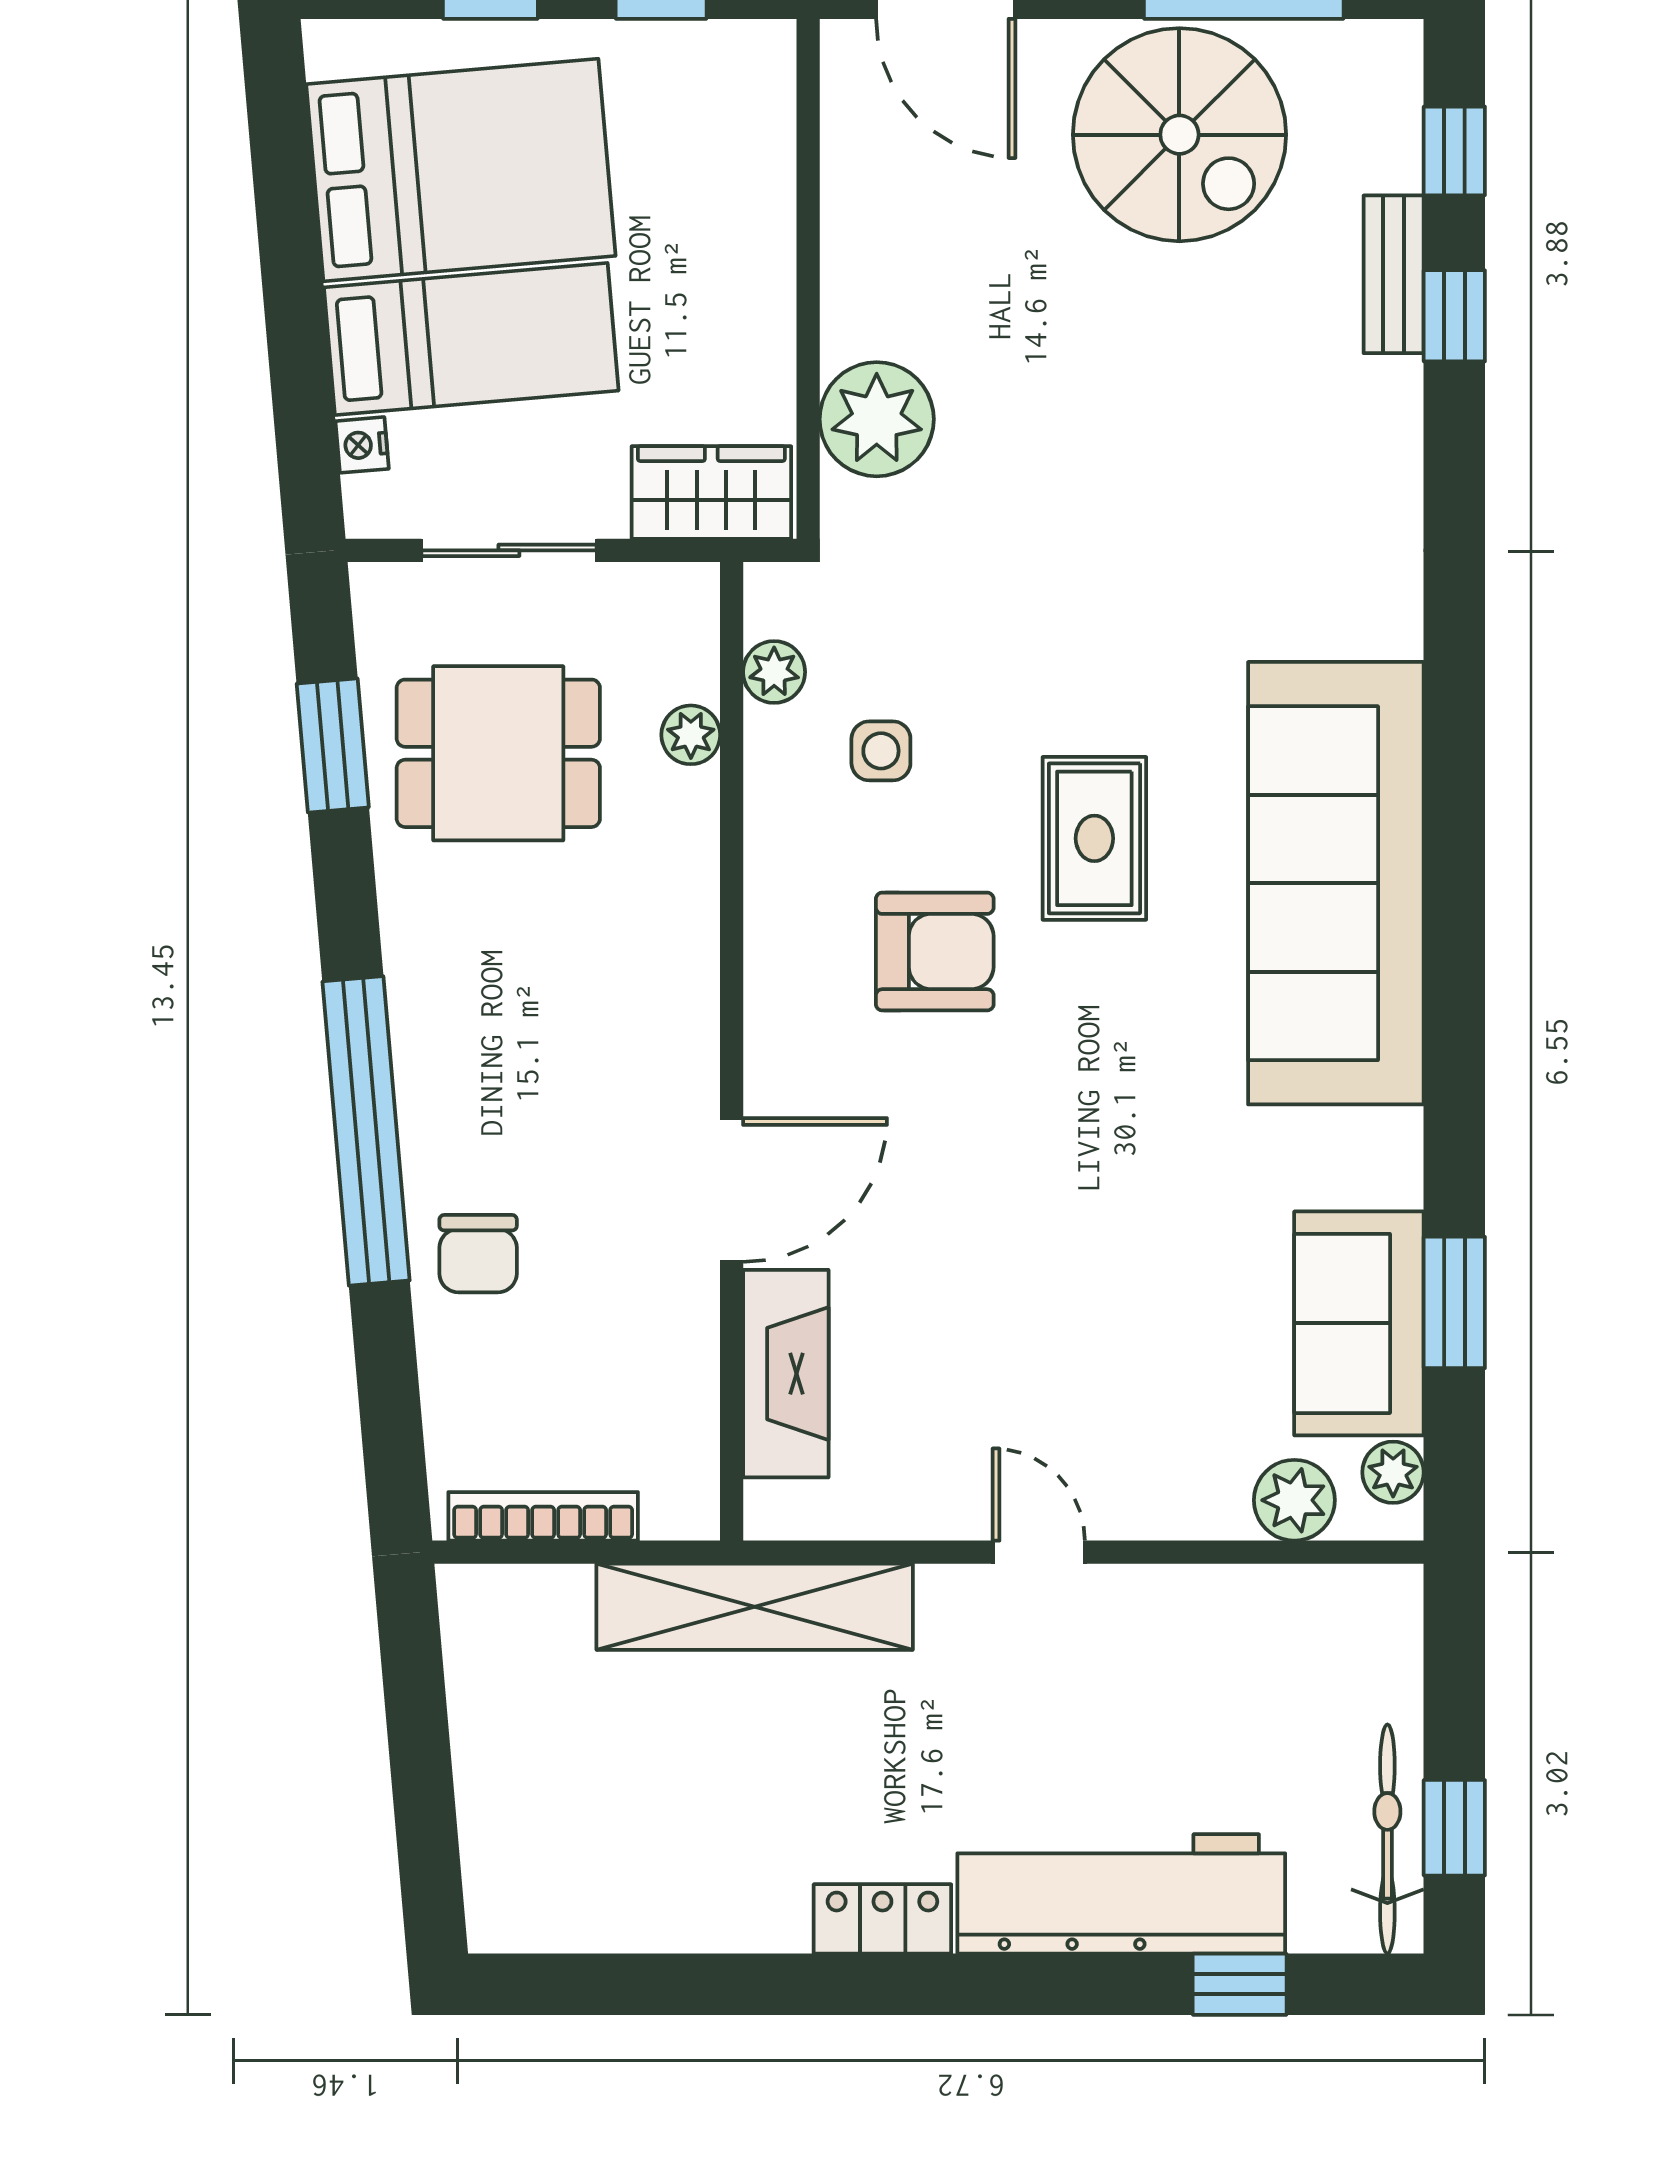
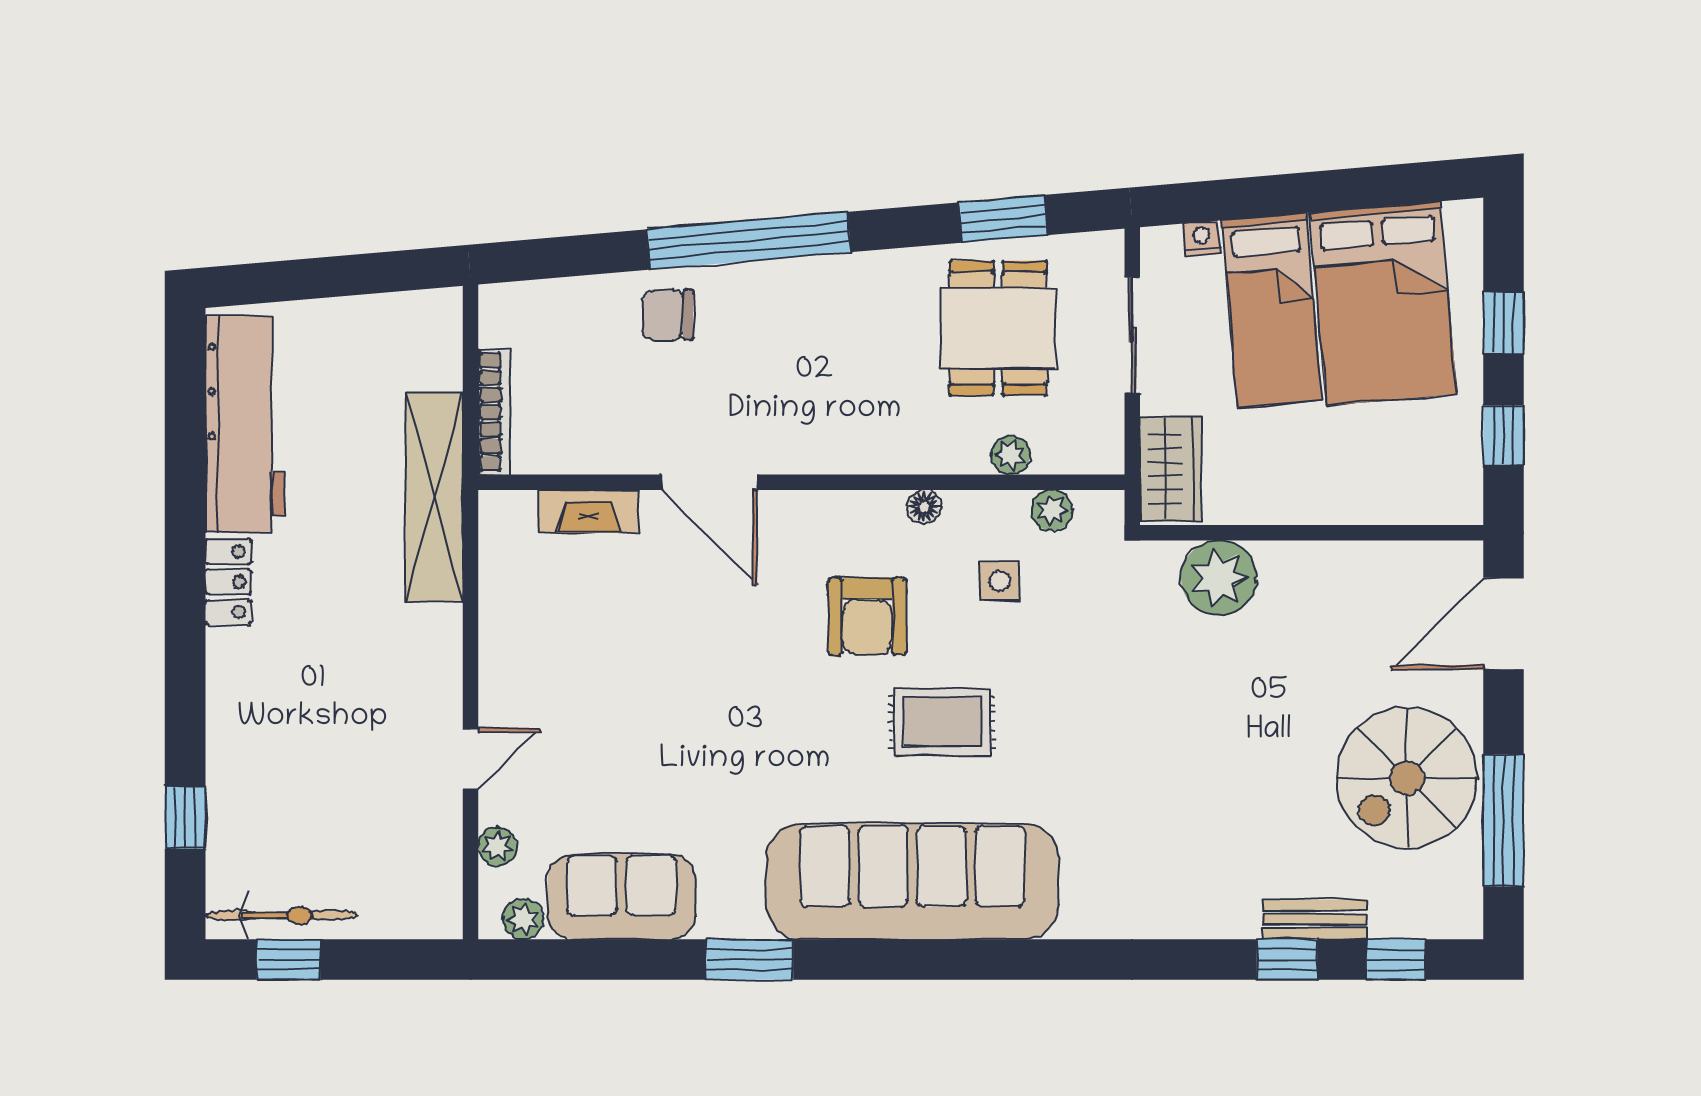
floor lamp: (769, 866) -> (924, 507), added
window: (1454, 1302) -> (750, 960), moved
fireplace: (786, 1374) -> (588, 511), width x0.73, depth x0.76
plant: (1294, 1500) -> (498, 847), width x0.73, depth x0.73
bookcase: (543, 1516) -> (494, 412), moved
door: (1039, 1552) -> (471, 759), moved
workbench: (1121, 1894) -> (245, 424), moved

